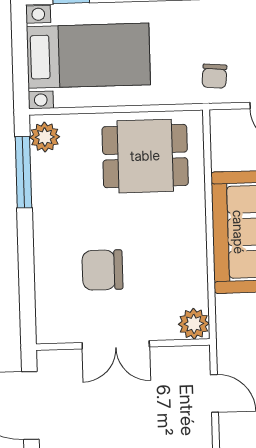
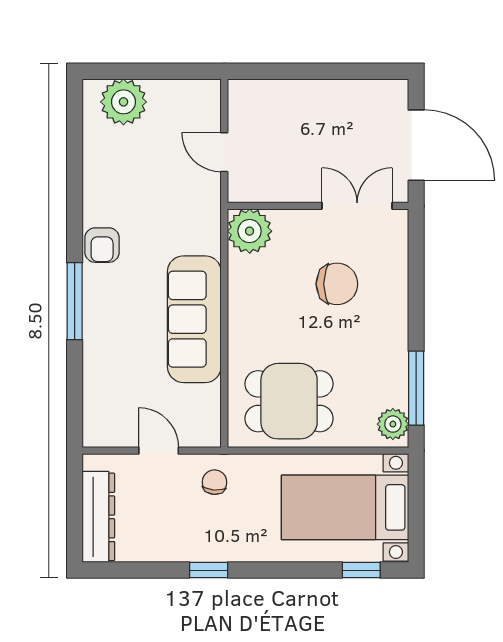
plant: (194, 324) -> (250, 231), width x1.36, depth x1.36
double door: (116, 345) -> (357, 206), moved

